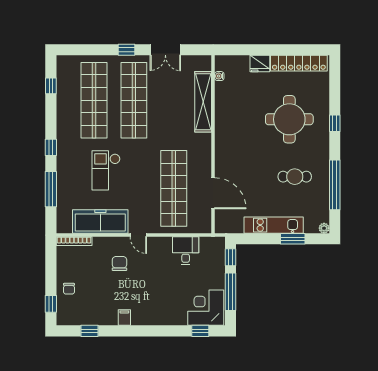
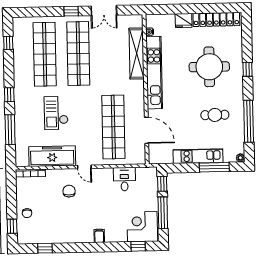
kitchen unit: (224, 125) -> (154, 73), added
window: (293, 239) -> (214, 167), width x1.44
filing cabinet: (124, 318) -> (99, 236), moved

